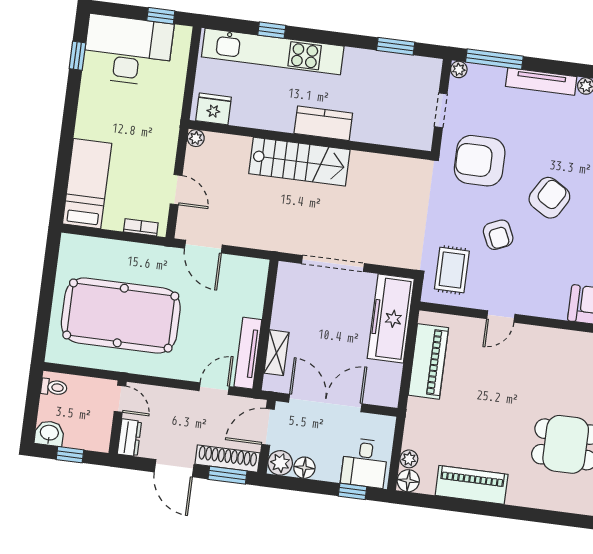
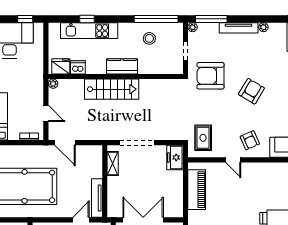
window: (396, 46) -> (156, 19), width x2.11
kitchen unit: (273, 52) -> (89, 31), width x0.73
stool: (379, 79) -> (149, 38), added
dishwasher: (244, 115) -> (78, 67), added
armchair: (498, 235) -> (250, 140), moved
door: (501, 316) -> (233, 160), hinge flipped
freezer: (391, 318) -> (175, 157), width x0.52, depth x0.79
shelving: (276, 353) -> (113, 163), moved

